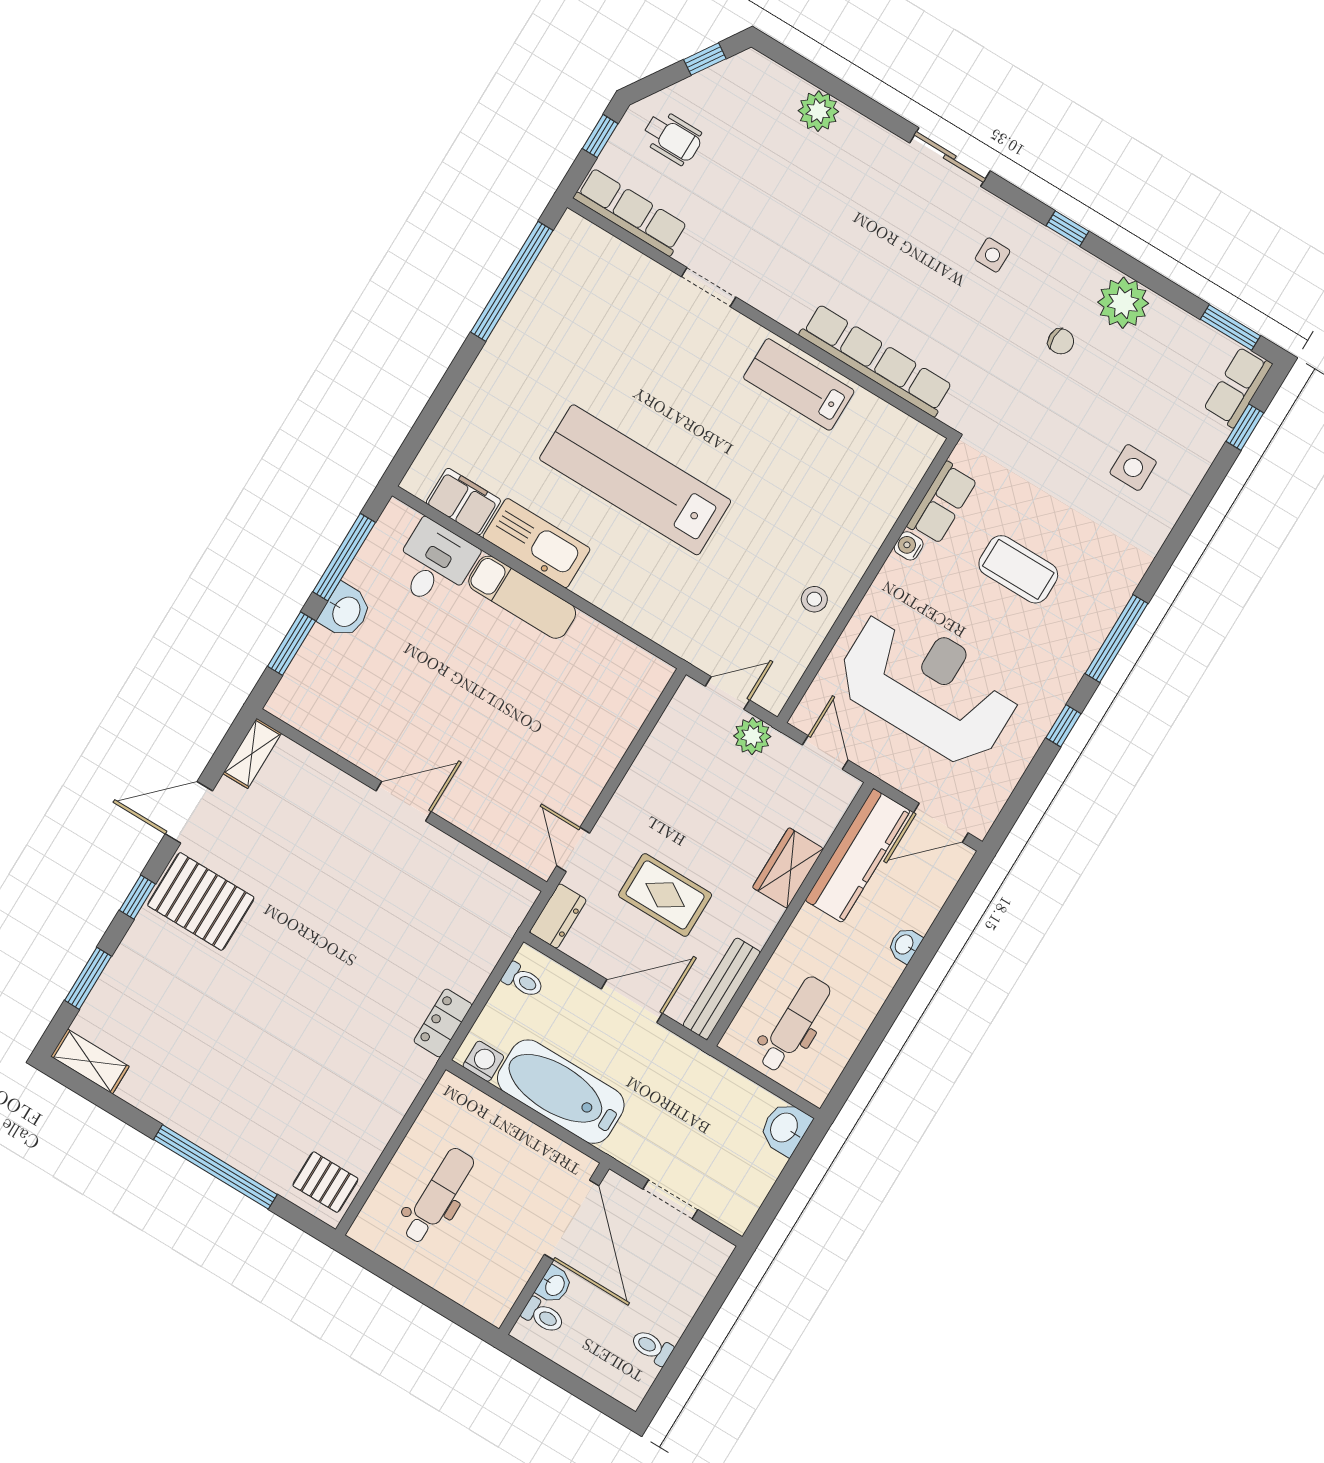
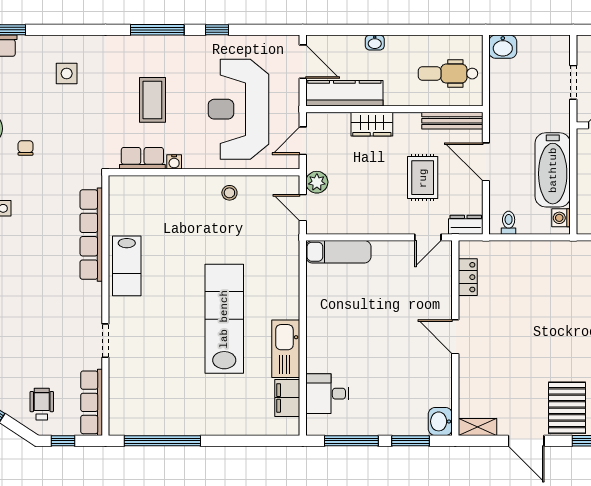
lab bench: (635, 480) -> (224, 319), turned 180
exam couch: (522, 597) -> (338, 252), moved, turned 90
washbasin: (345, 611) -> (440, 421), moved, turned -90
locker: (443, 1023) -> (468, 277), moved, turned -90

